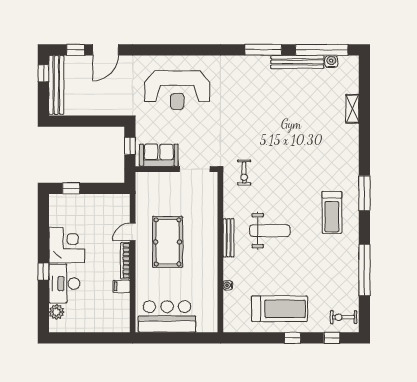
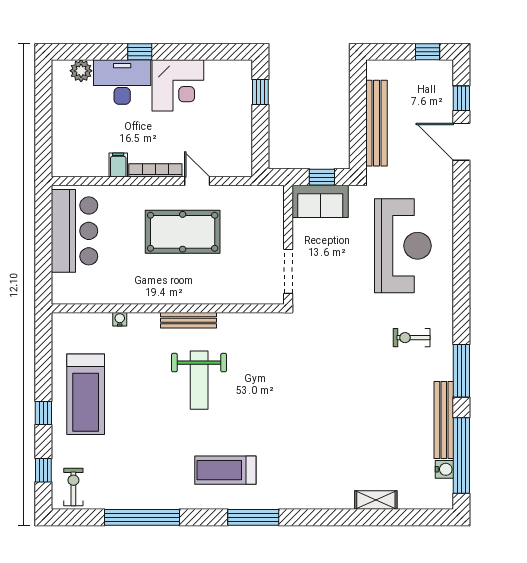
bench: (56, 85) -> (377, 123), moved, turned 90
reception desk: (177, 90) -> (403, 246), turned 180
sofa: (159, 155) -> (320, 201), moved, turned 90
exercise bike: (244, 173) -> (412, 338), moved

